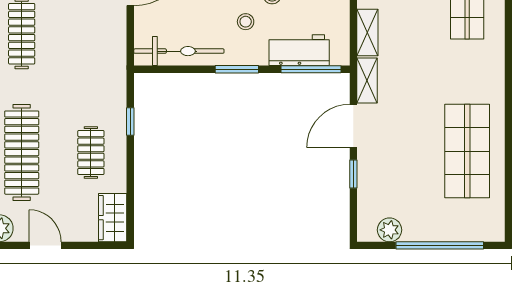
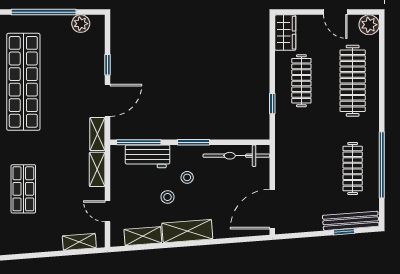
shop shelf: (467, 151) -> (23, 82), width x1.40
clothes rail: (91, 153) -> (301, 81), width x1.36

